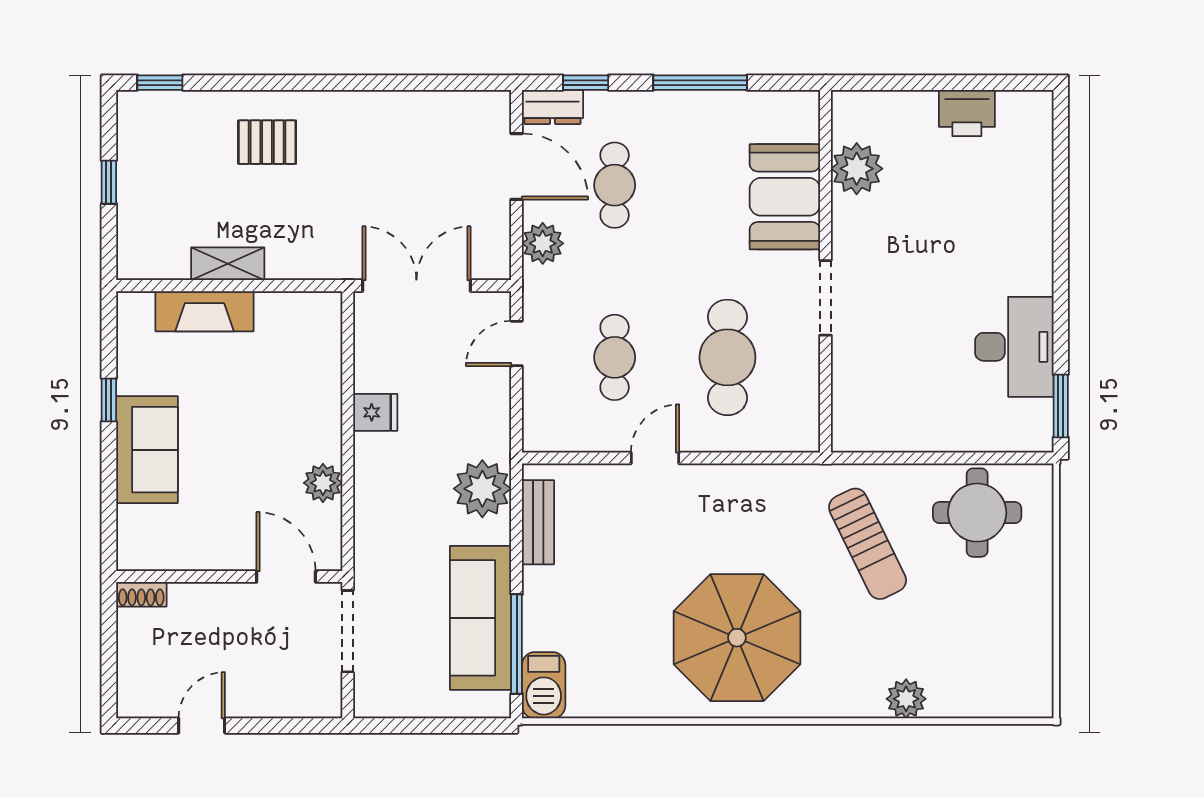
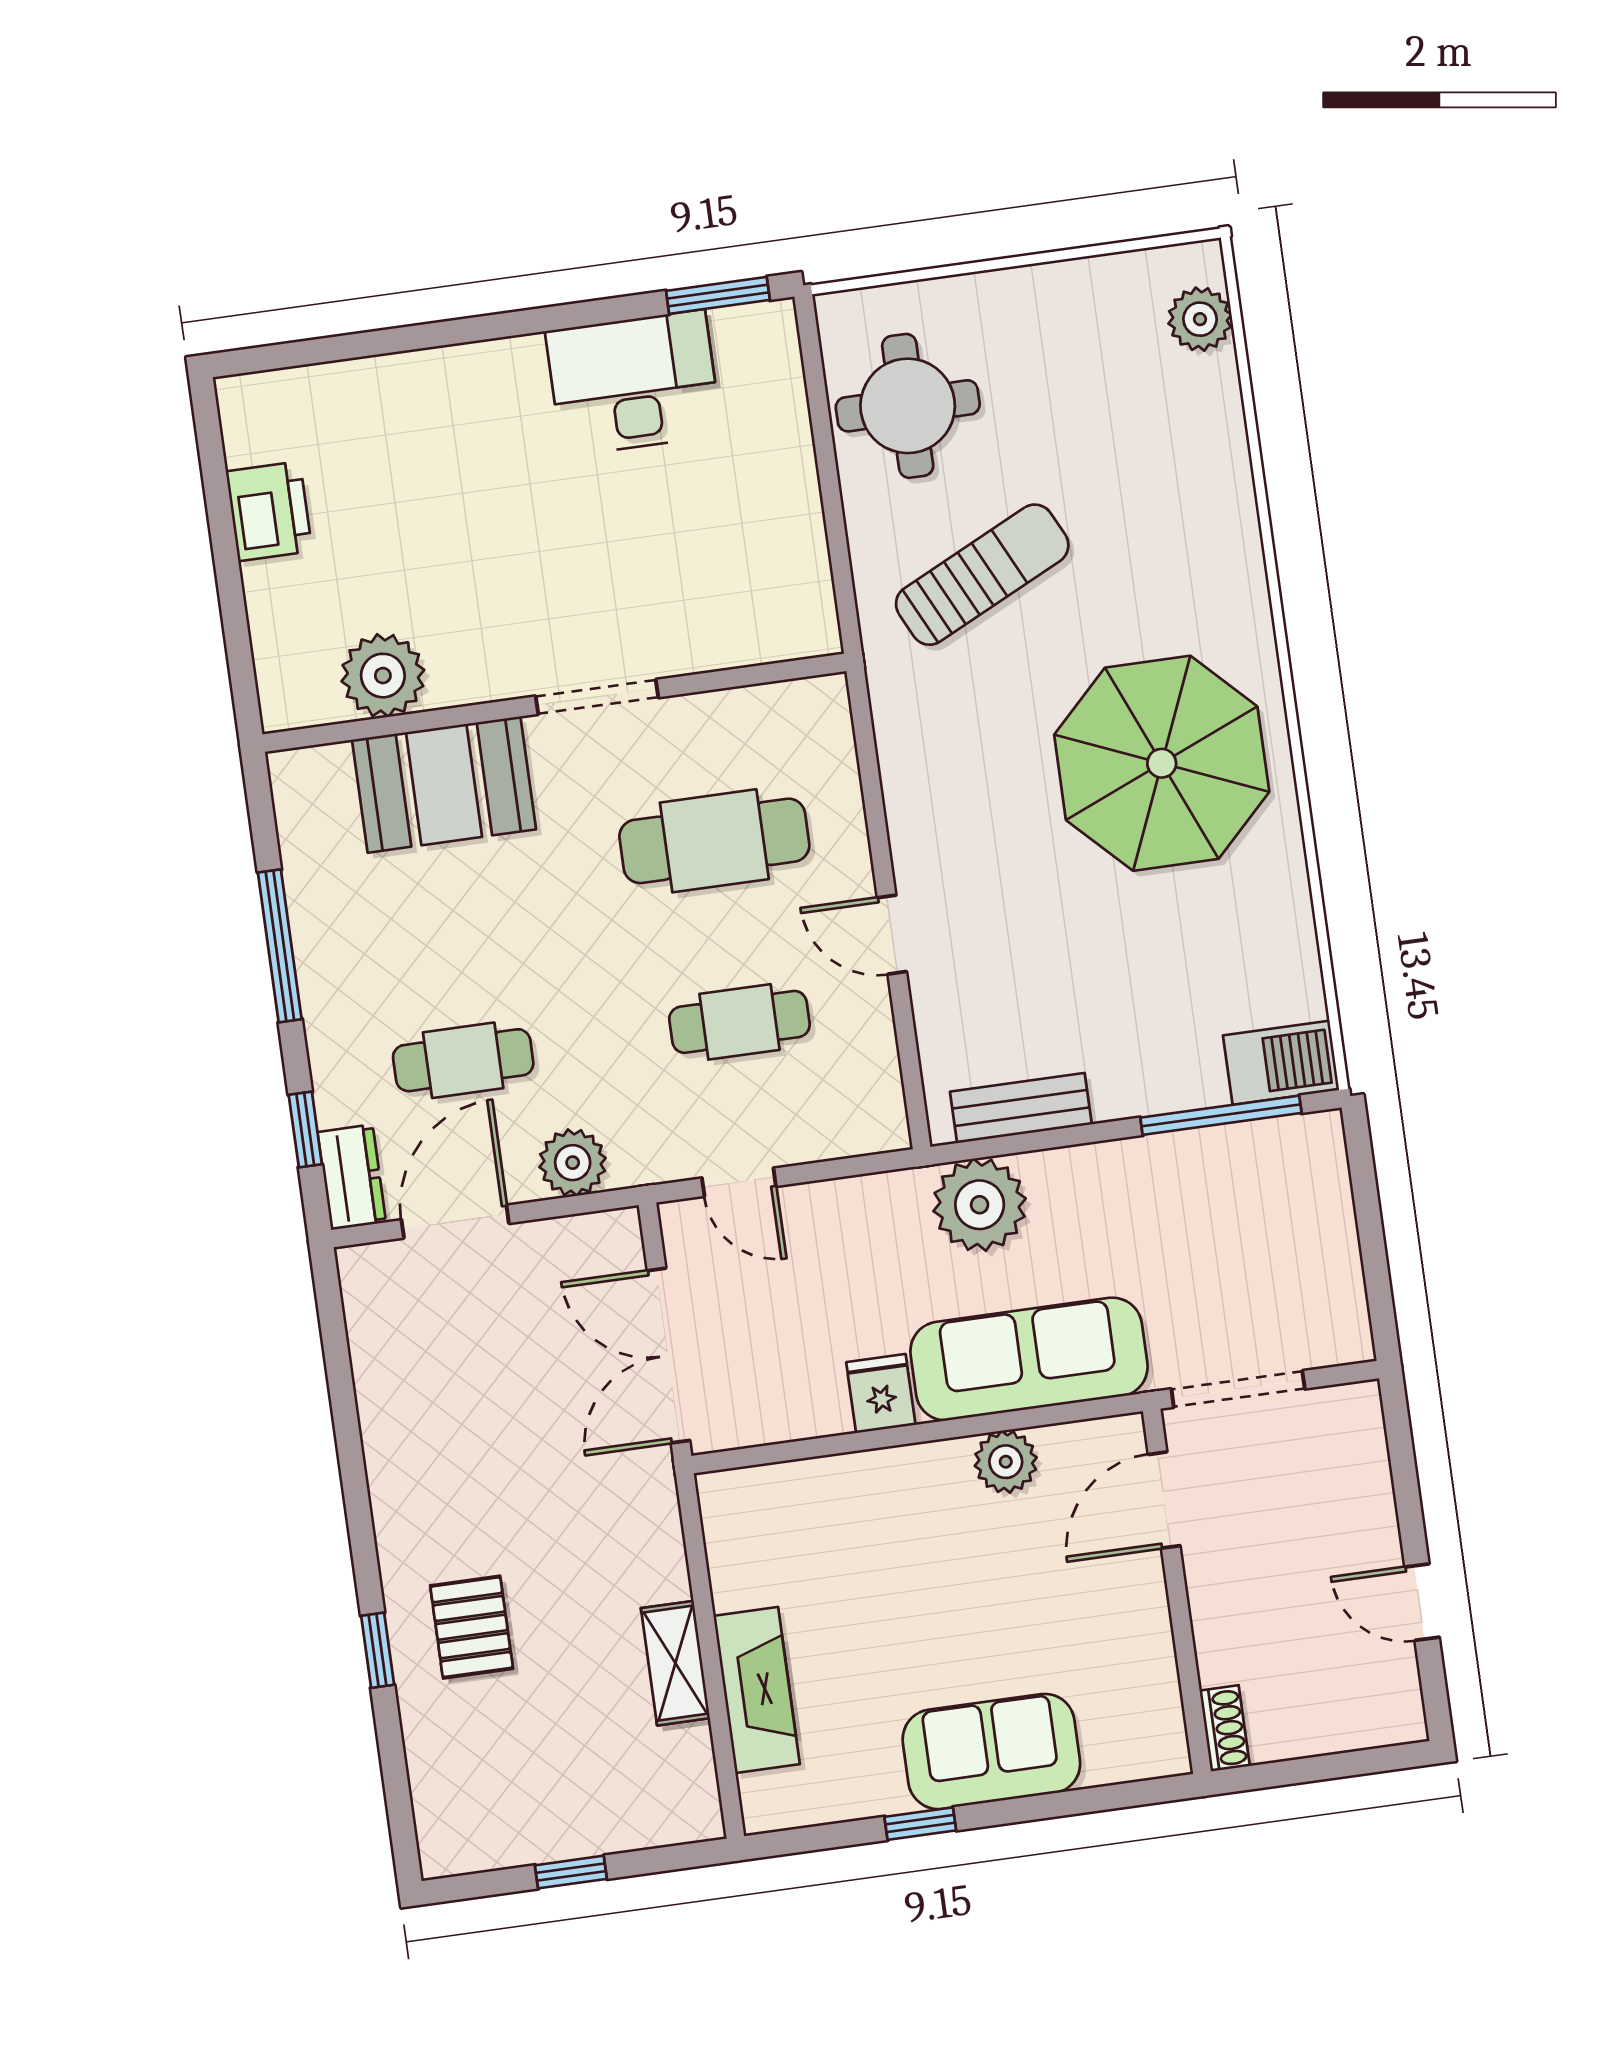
window: (160, 83) -> (378, 1650), moved
sofa: (481, 618) -> (1029, 1359), moved, turned 180
plant: (906, 699) -> (1200, 319), moved

